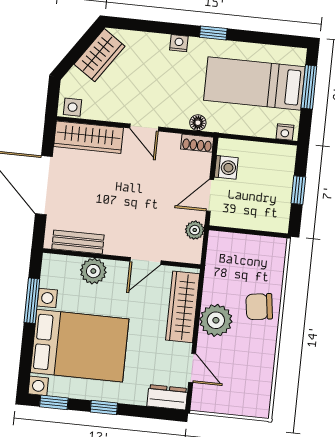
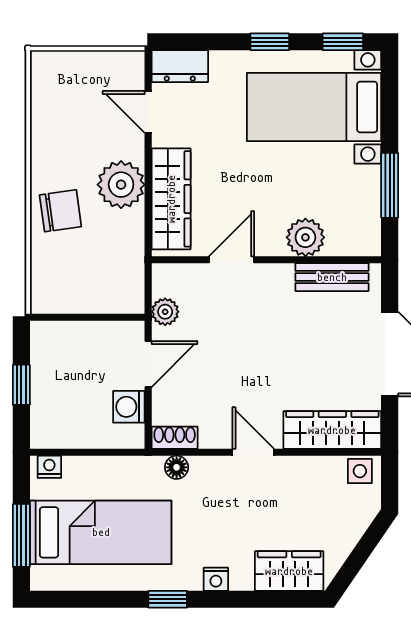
wardrobe: (99, 55) -> (289, 571), moved, turned 56
bed with nightstands: (80, 346) -> (314, 107), width x0.73

